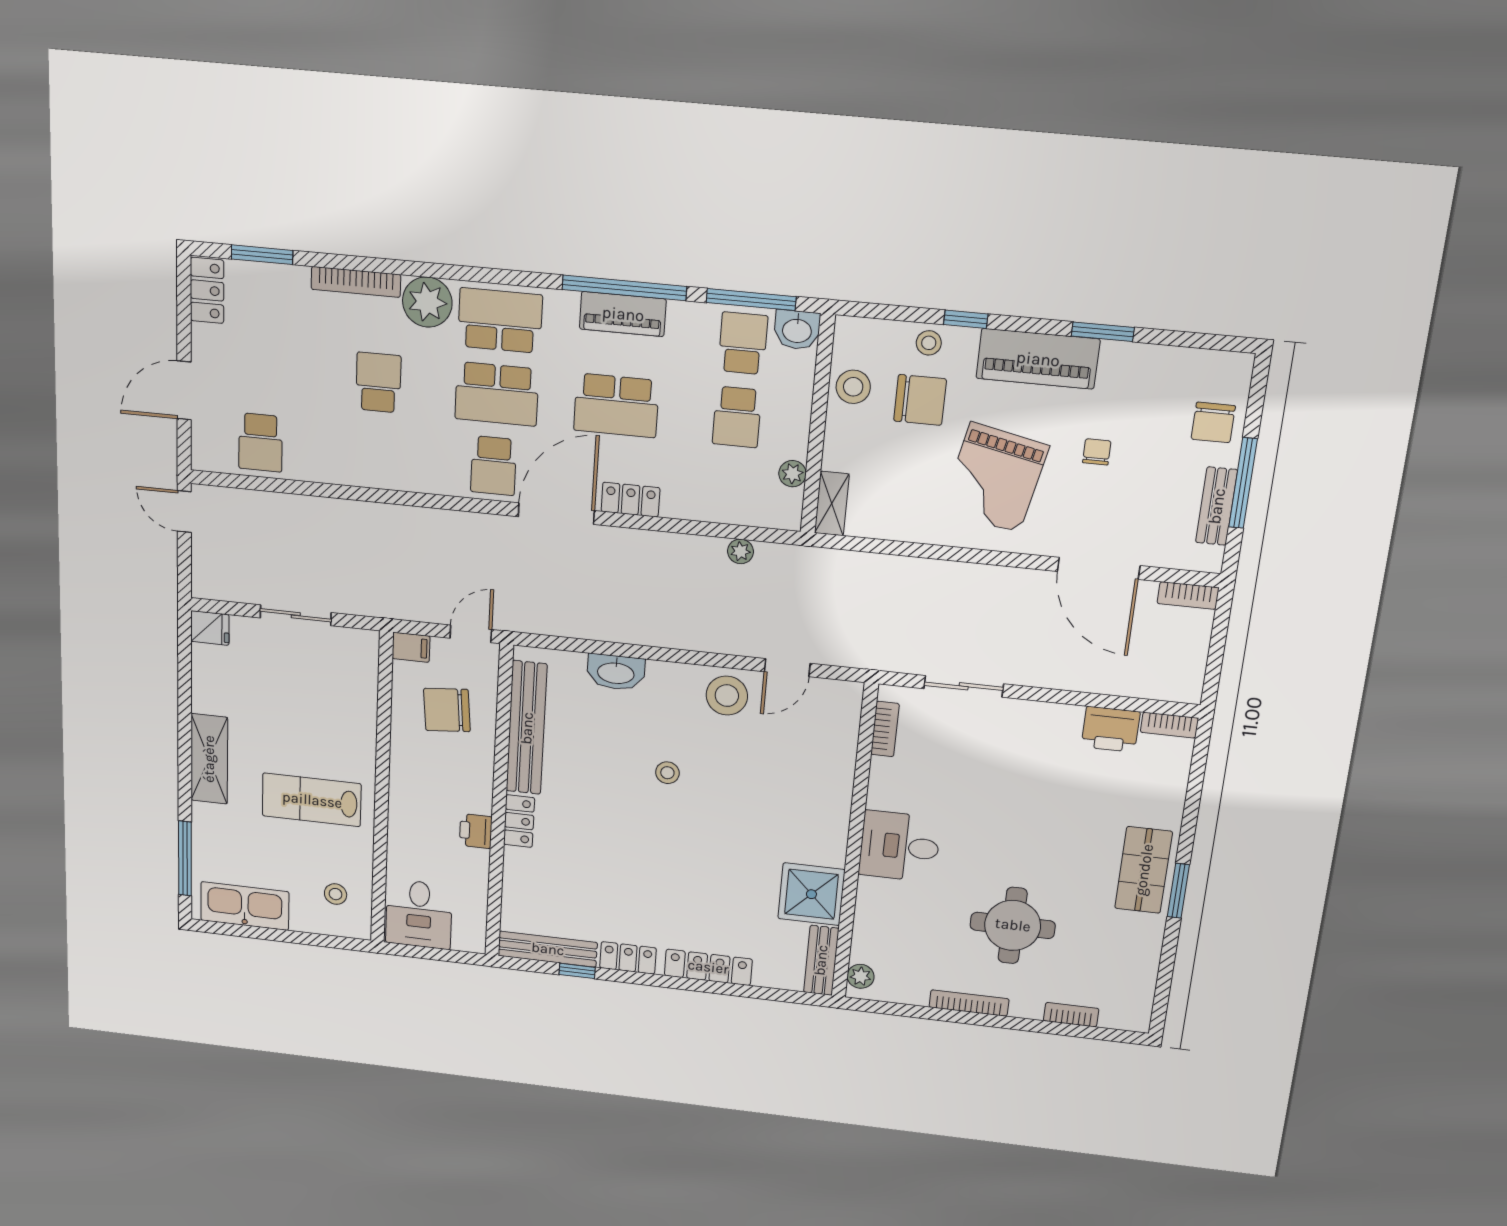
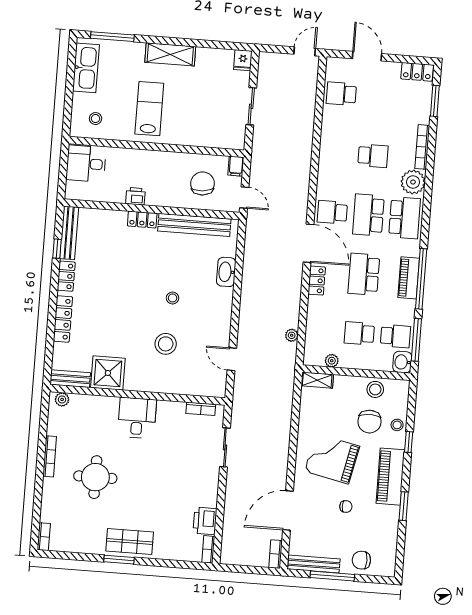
bench: (1217, 506) -> (314, 564), width x1.36
stool: (727, 696) -> (166, 344), moved
bookcase: (1071, 1015) -> (44, 537), moved

